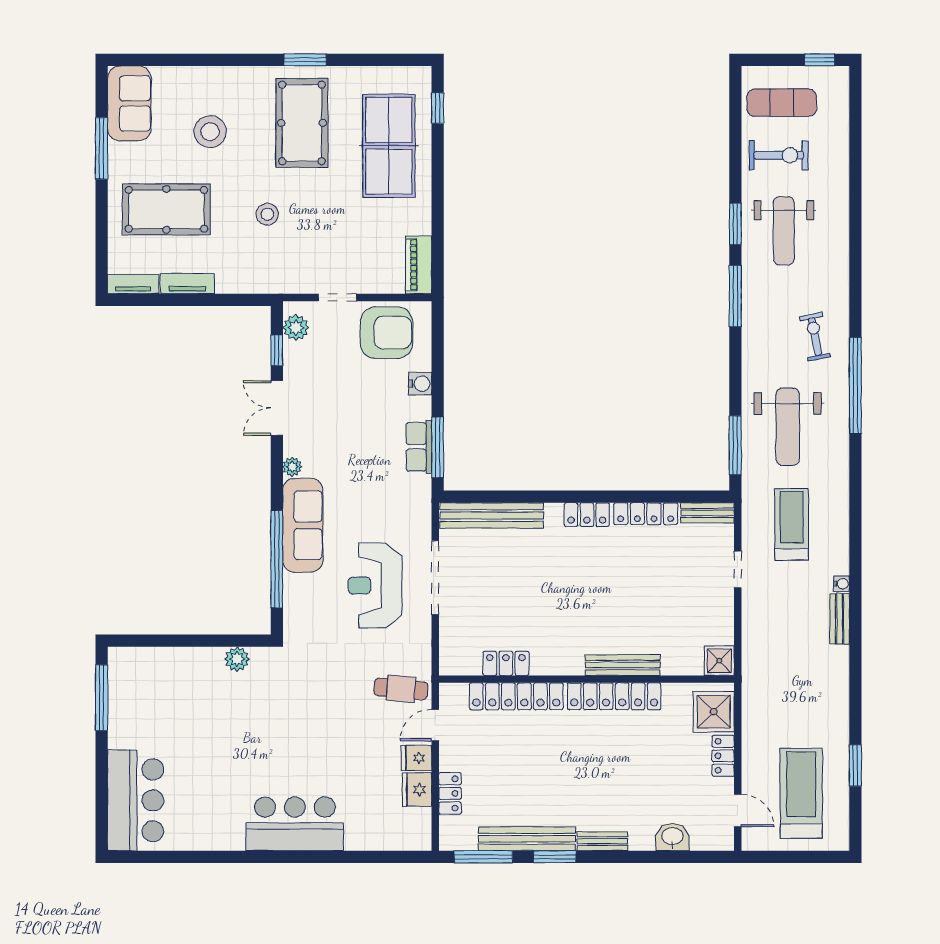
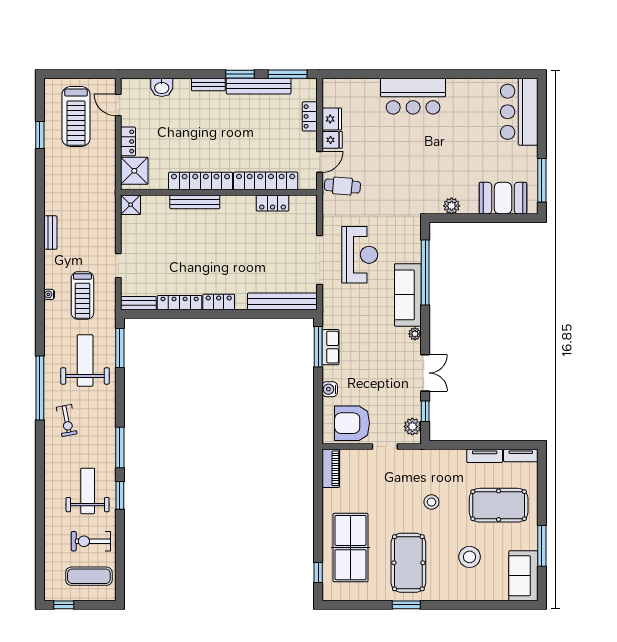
water cooler: (841, 584) -> (49, 294), moved
booth: (160, 671) -> (503, 198), added

